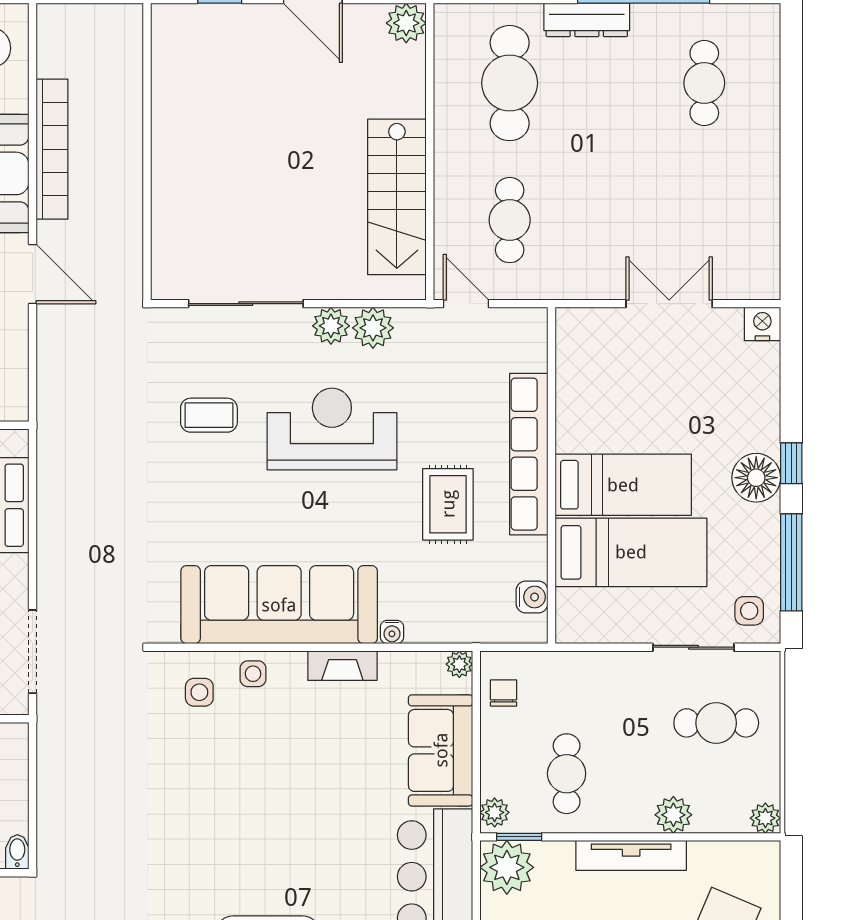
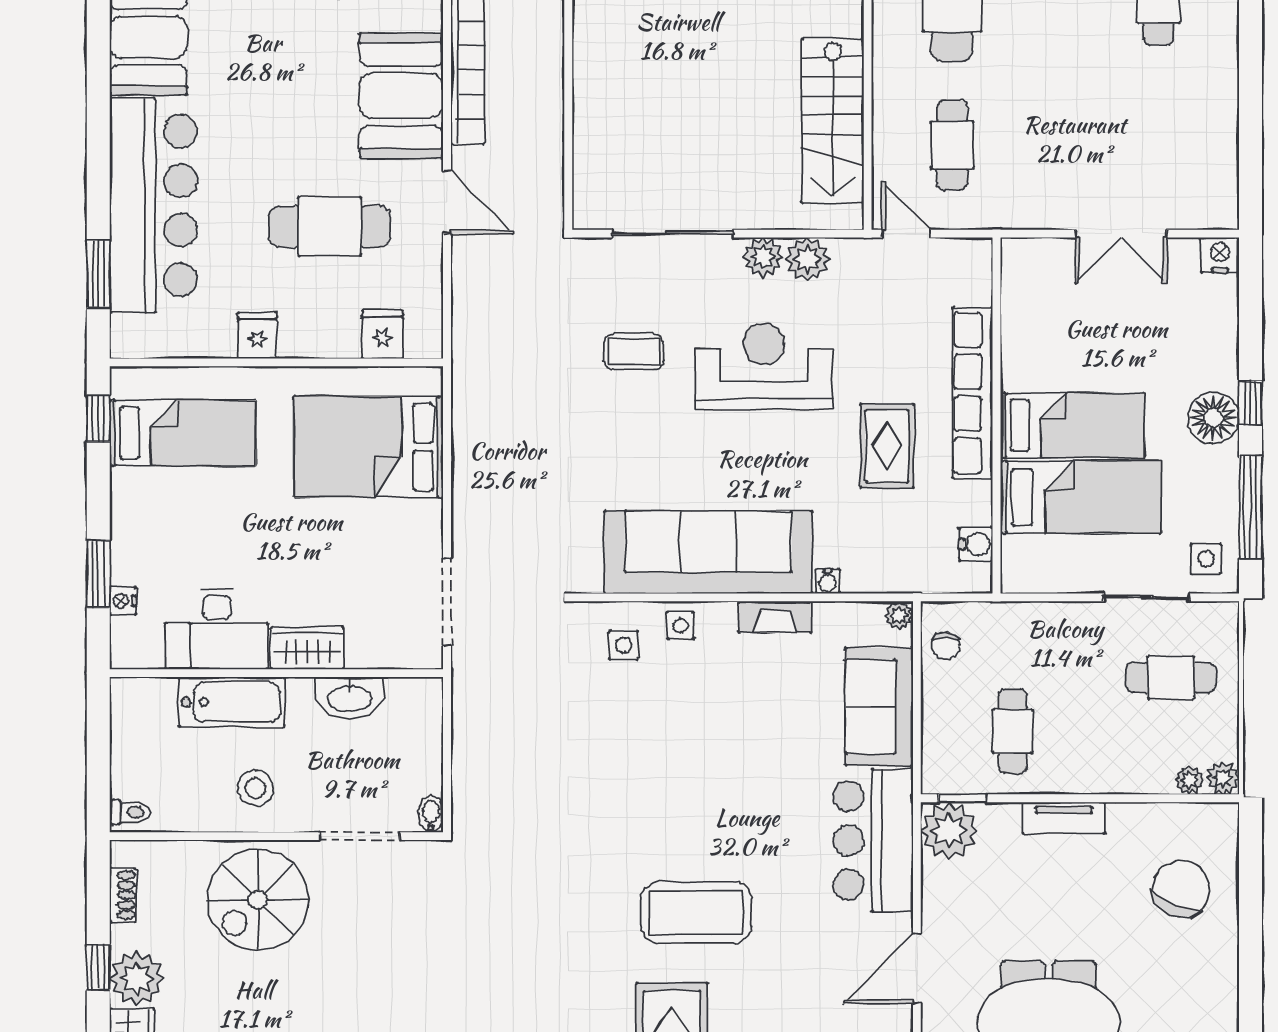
double door: (669, 304) -> (1121, 234), swing flipped
chair: (504, 693) -> (946, 646), turned 180
plant: (495, 812) -> (936, 772), removed
plant: (673, 815) -> (1189, 780), moved, width x0.73, depth x0.73
tv unit: (631, 855) -> (1064, 818), width x0.71

